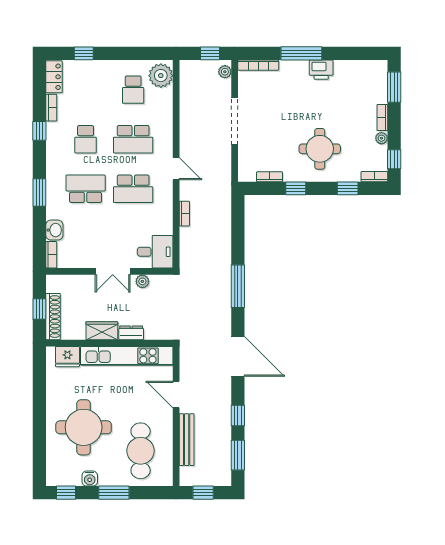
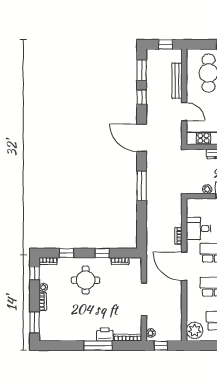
printer: (321, 70) -> (105, 334), moved
door: (176, 169) -> (184, 266), width x1.87
desk: (155, 252) -> (198, 228), moved

